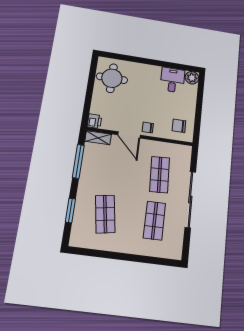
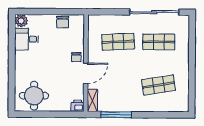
chair: (179, 126) -> (63, 22), moved
sliding door: (190, 199) -> (154, 12), moved
window: (70, 210) -> (159, 115), removed

